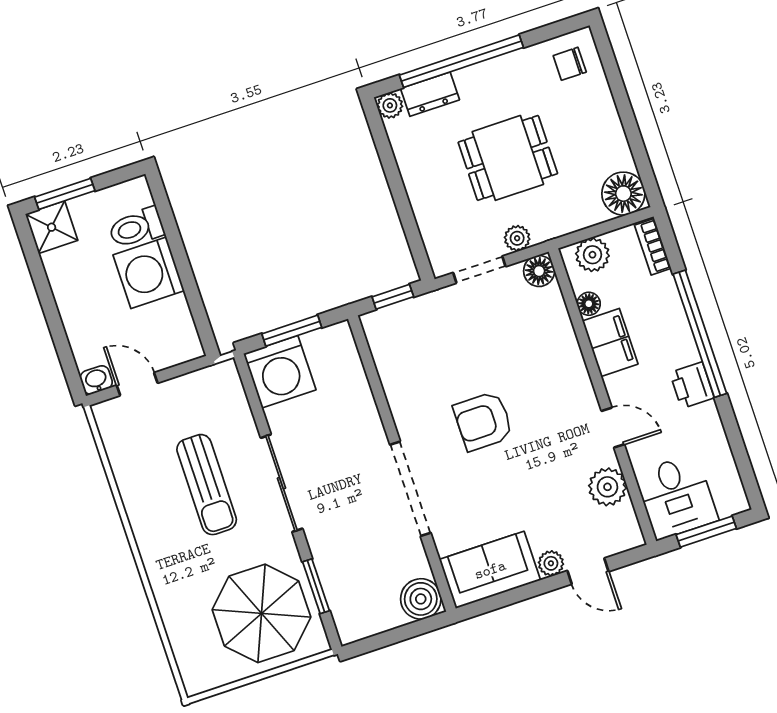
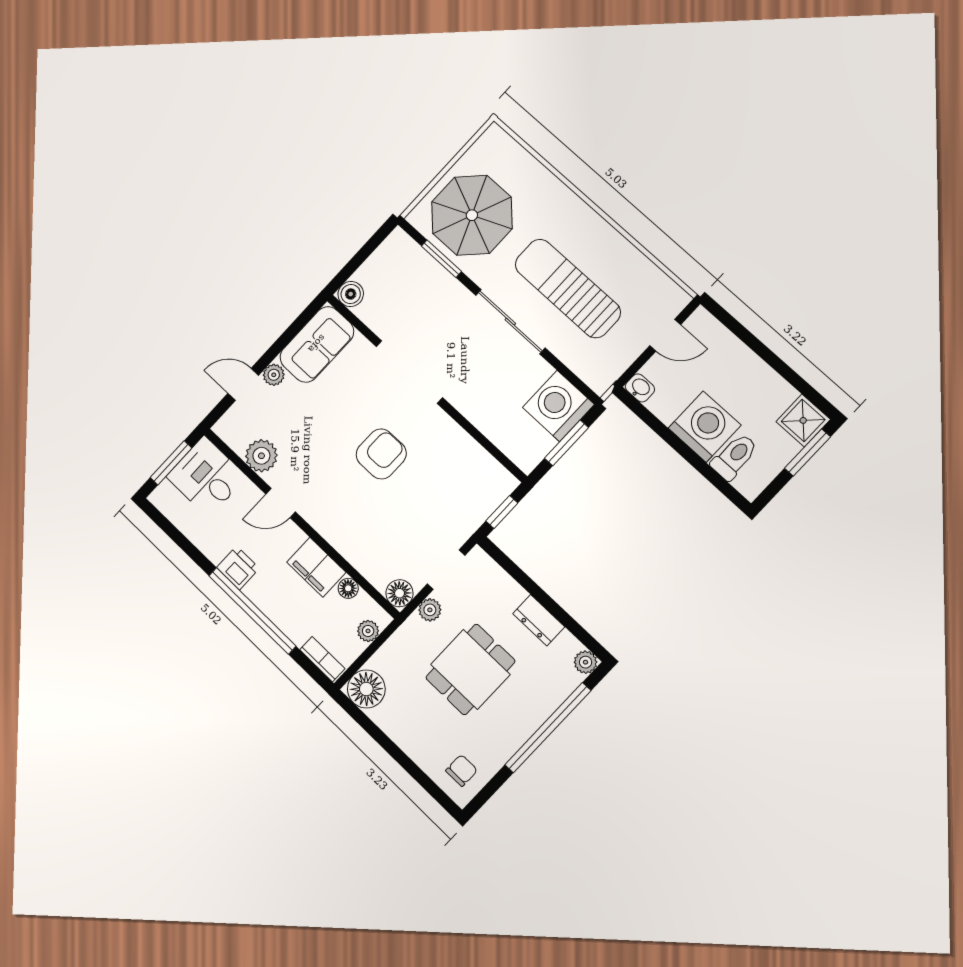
dresser: (430, 94) -> (539, 620), moved, turned -90
plant: (592, 255) -> (368, 631), width x0.73, depth x0.73
washbasin: (96, 380) -> (640, 388), moved, turned -90
sun lounger: (207, 485) -> (568, 288), width x1.36, depth x1.34
boiler: (421, 599) -> (351, 294), width x0.73, depth x0.73

